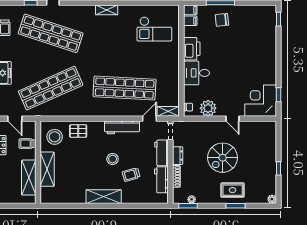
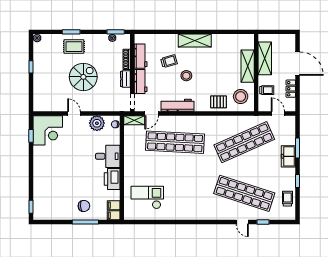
shelving: (107, 10) -> (192, 215), removed

